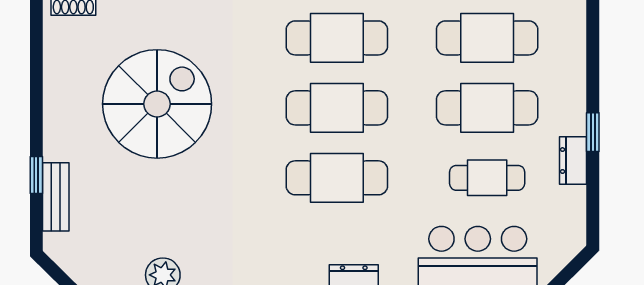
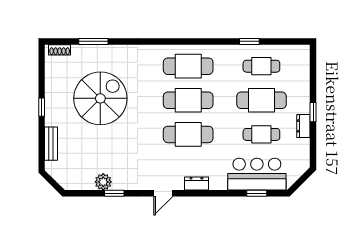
cafe table: (487, 38) -> (261, 66), width x0.73, depth x0.74
window: (36, 175) -> (42, 107), moved

